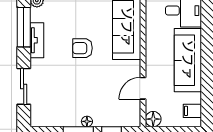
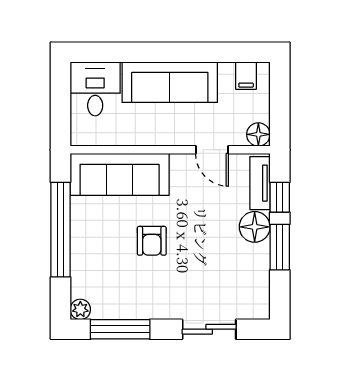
tv unit: (37, 40) -> (260, 183), moved, turned -90
floor lamp: (87, 121) -> (255, 227), width x1.89, depth x1.89

